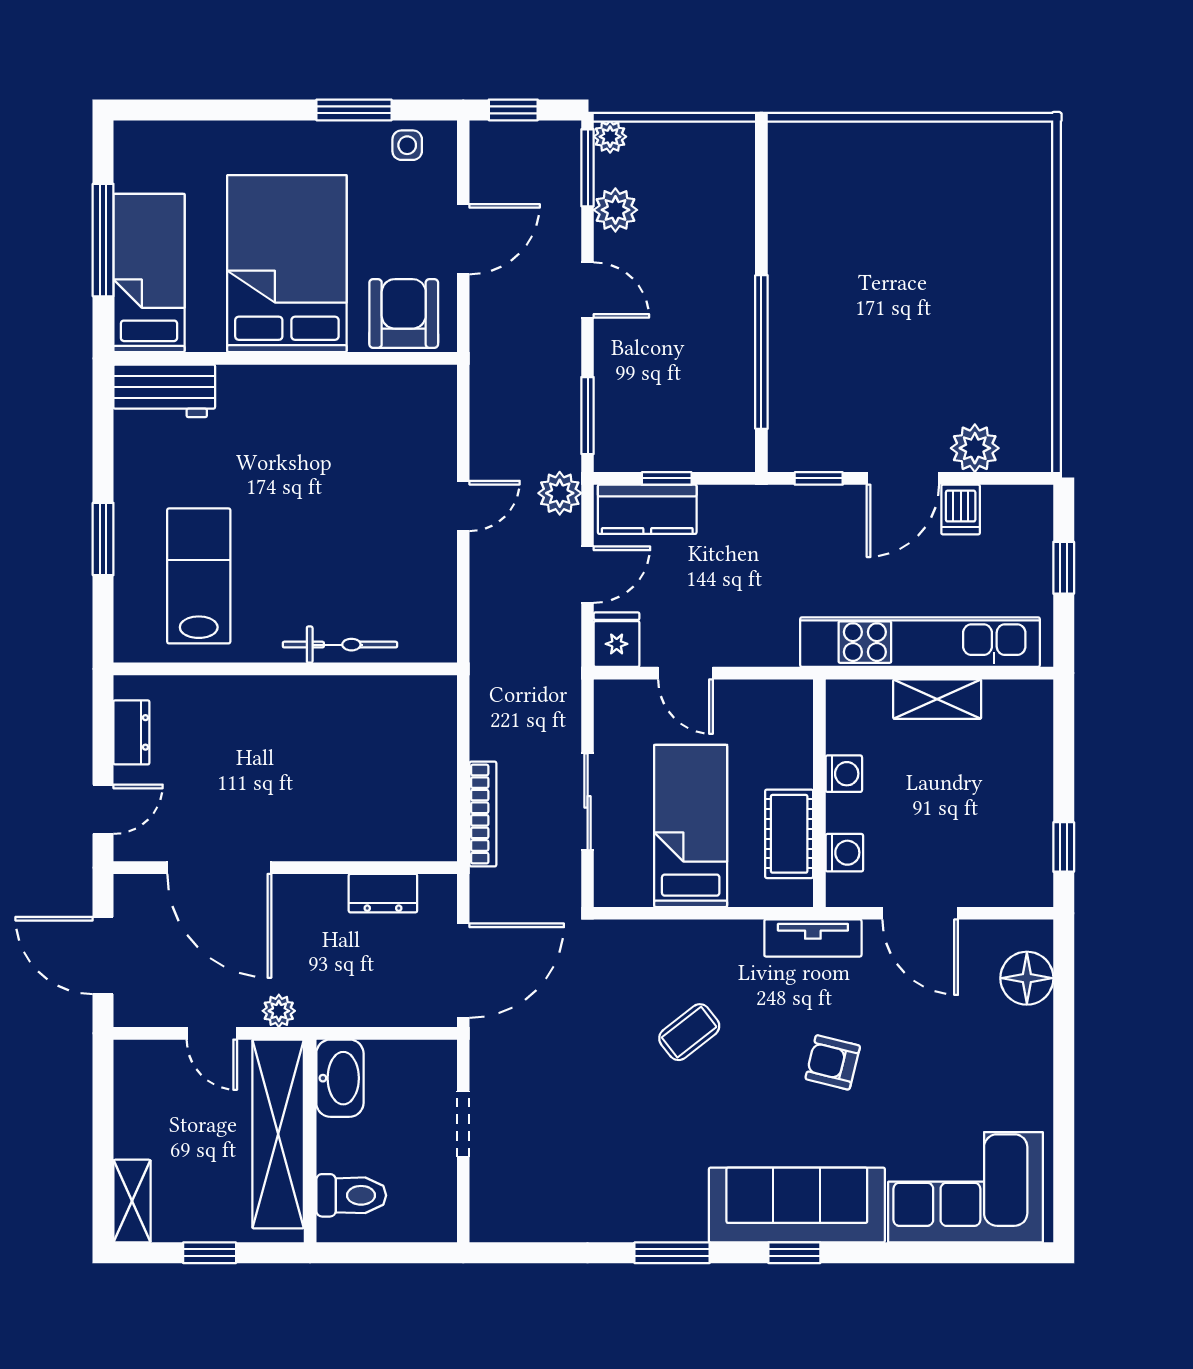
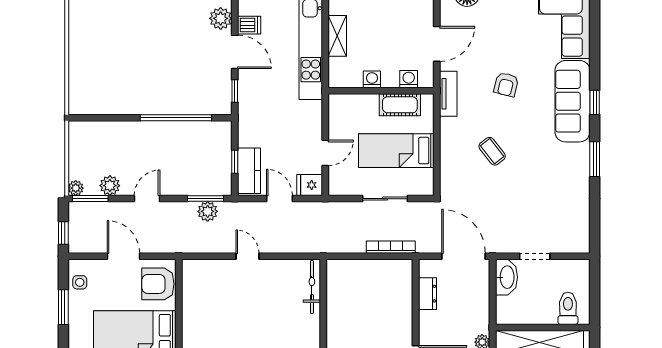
plant: (560, 493) -> (208, 211), moved
bicycle: (340, 645) -> (312, 287), moved
washbasin: (340, 1078) -> (507, 277), moved, turned 90

